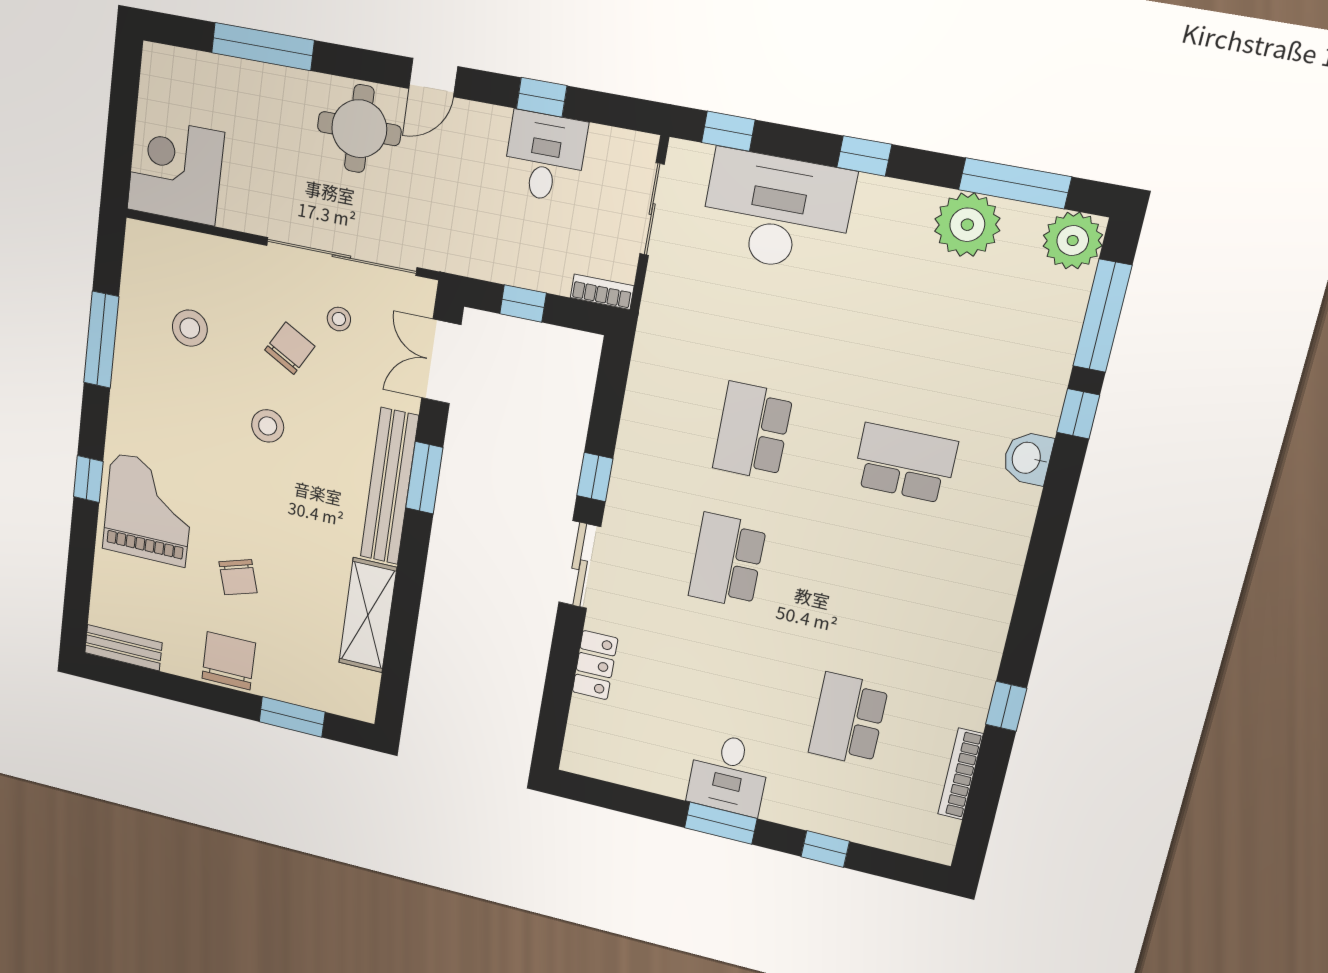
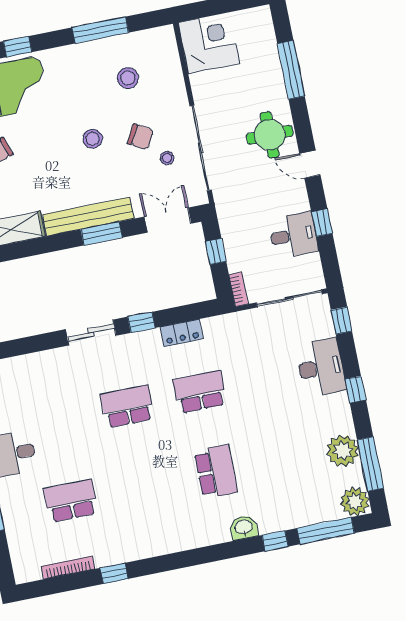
sliding door: (652, 209) -> (289, 298), width x1.37
desk: (777, 212) -> (321, 368), width x0.73, depth x0.77
locker: (595, 665) -> (182, 333), moved

